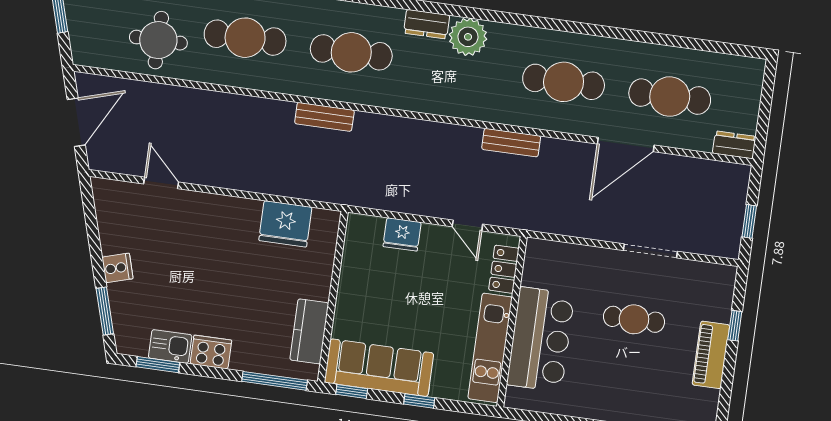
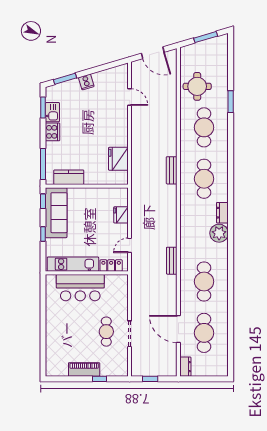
door: (626, 144) -> (178, 329), moved
door: (161, 183) -> (130, 97), hinge flipped
cafe table: (634, 319) -> (106, 332), moved

